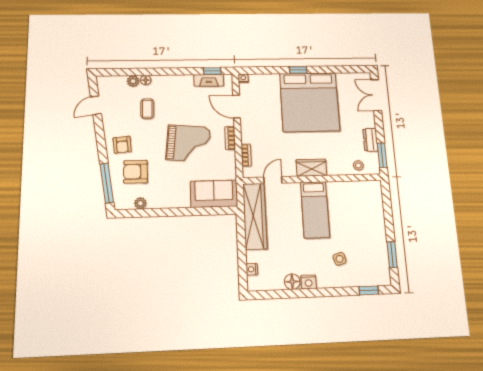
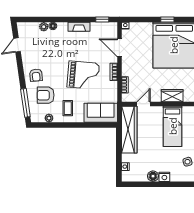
fireplace: (209, 80) -> (79, 27), moved
coffee table: (147, 109) -> (68, 108), moved

